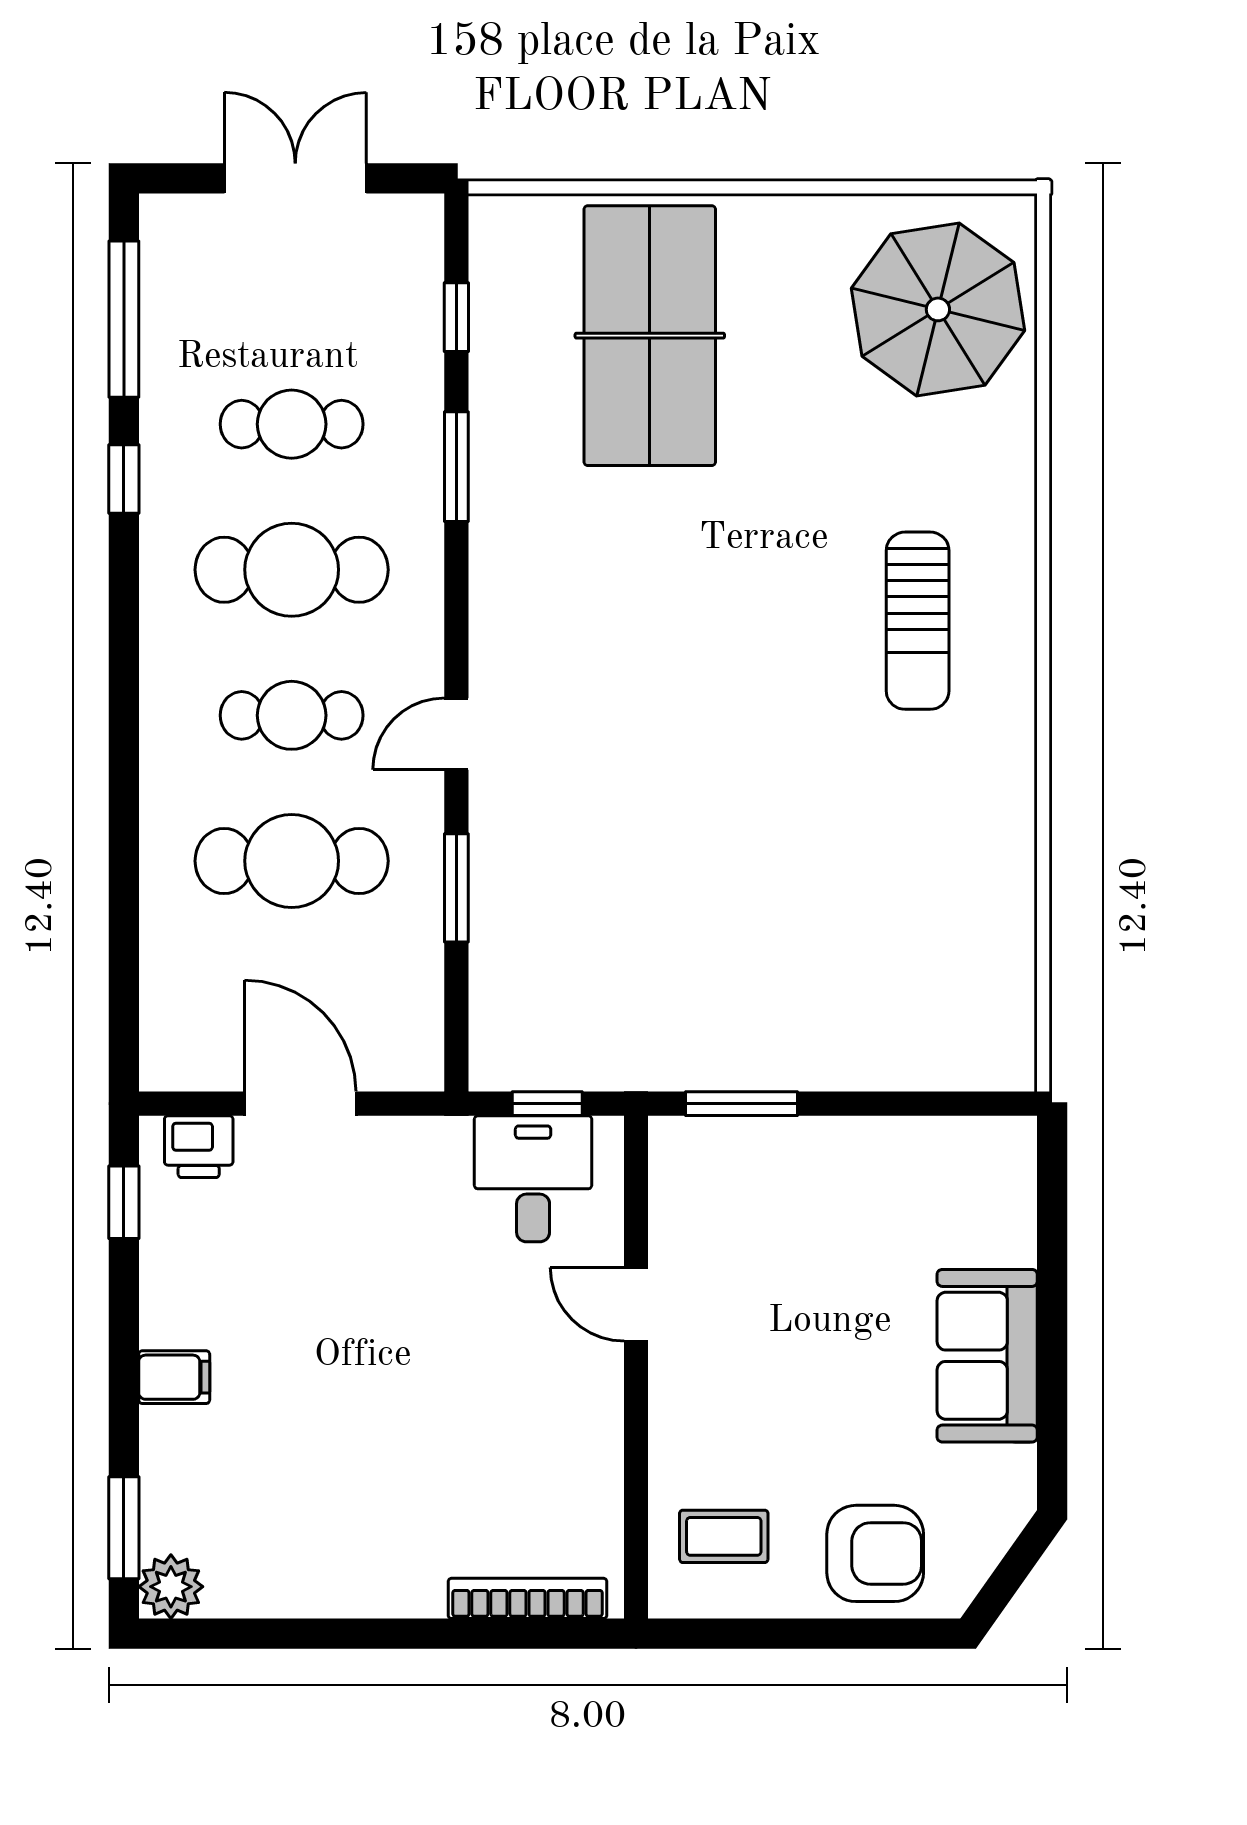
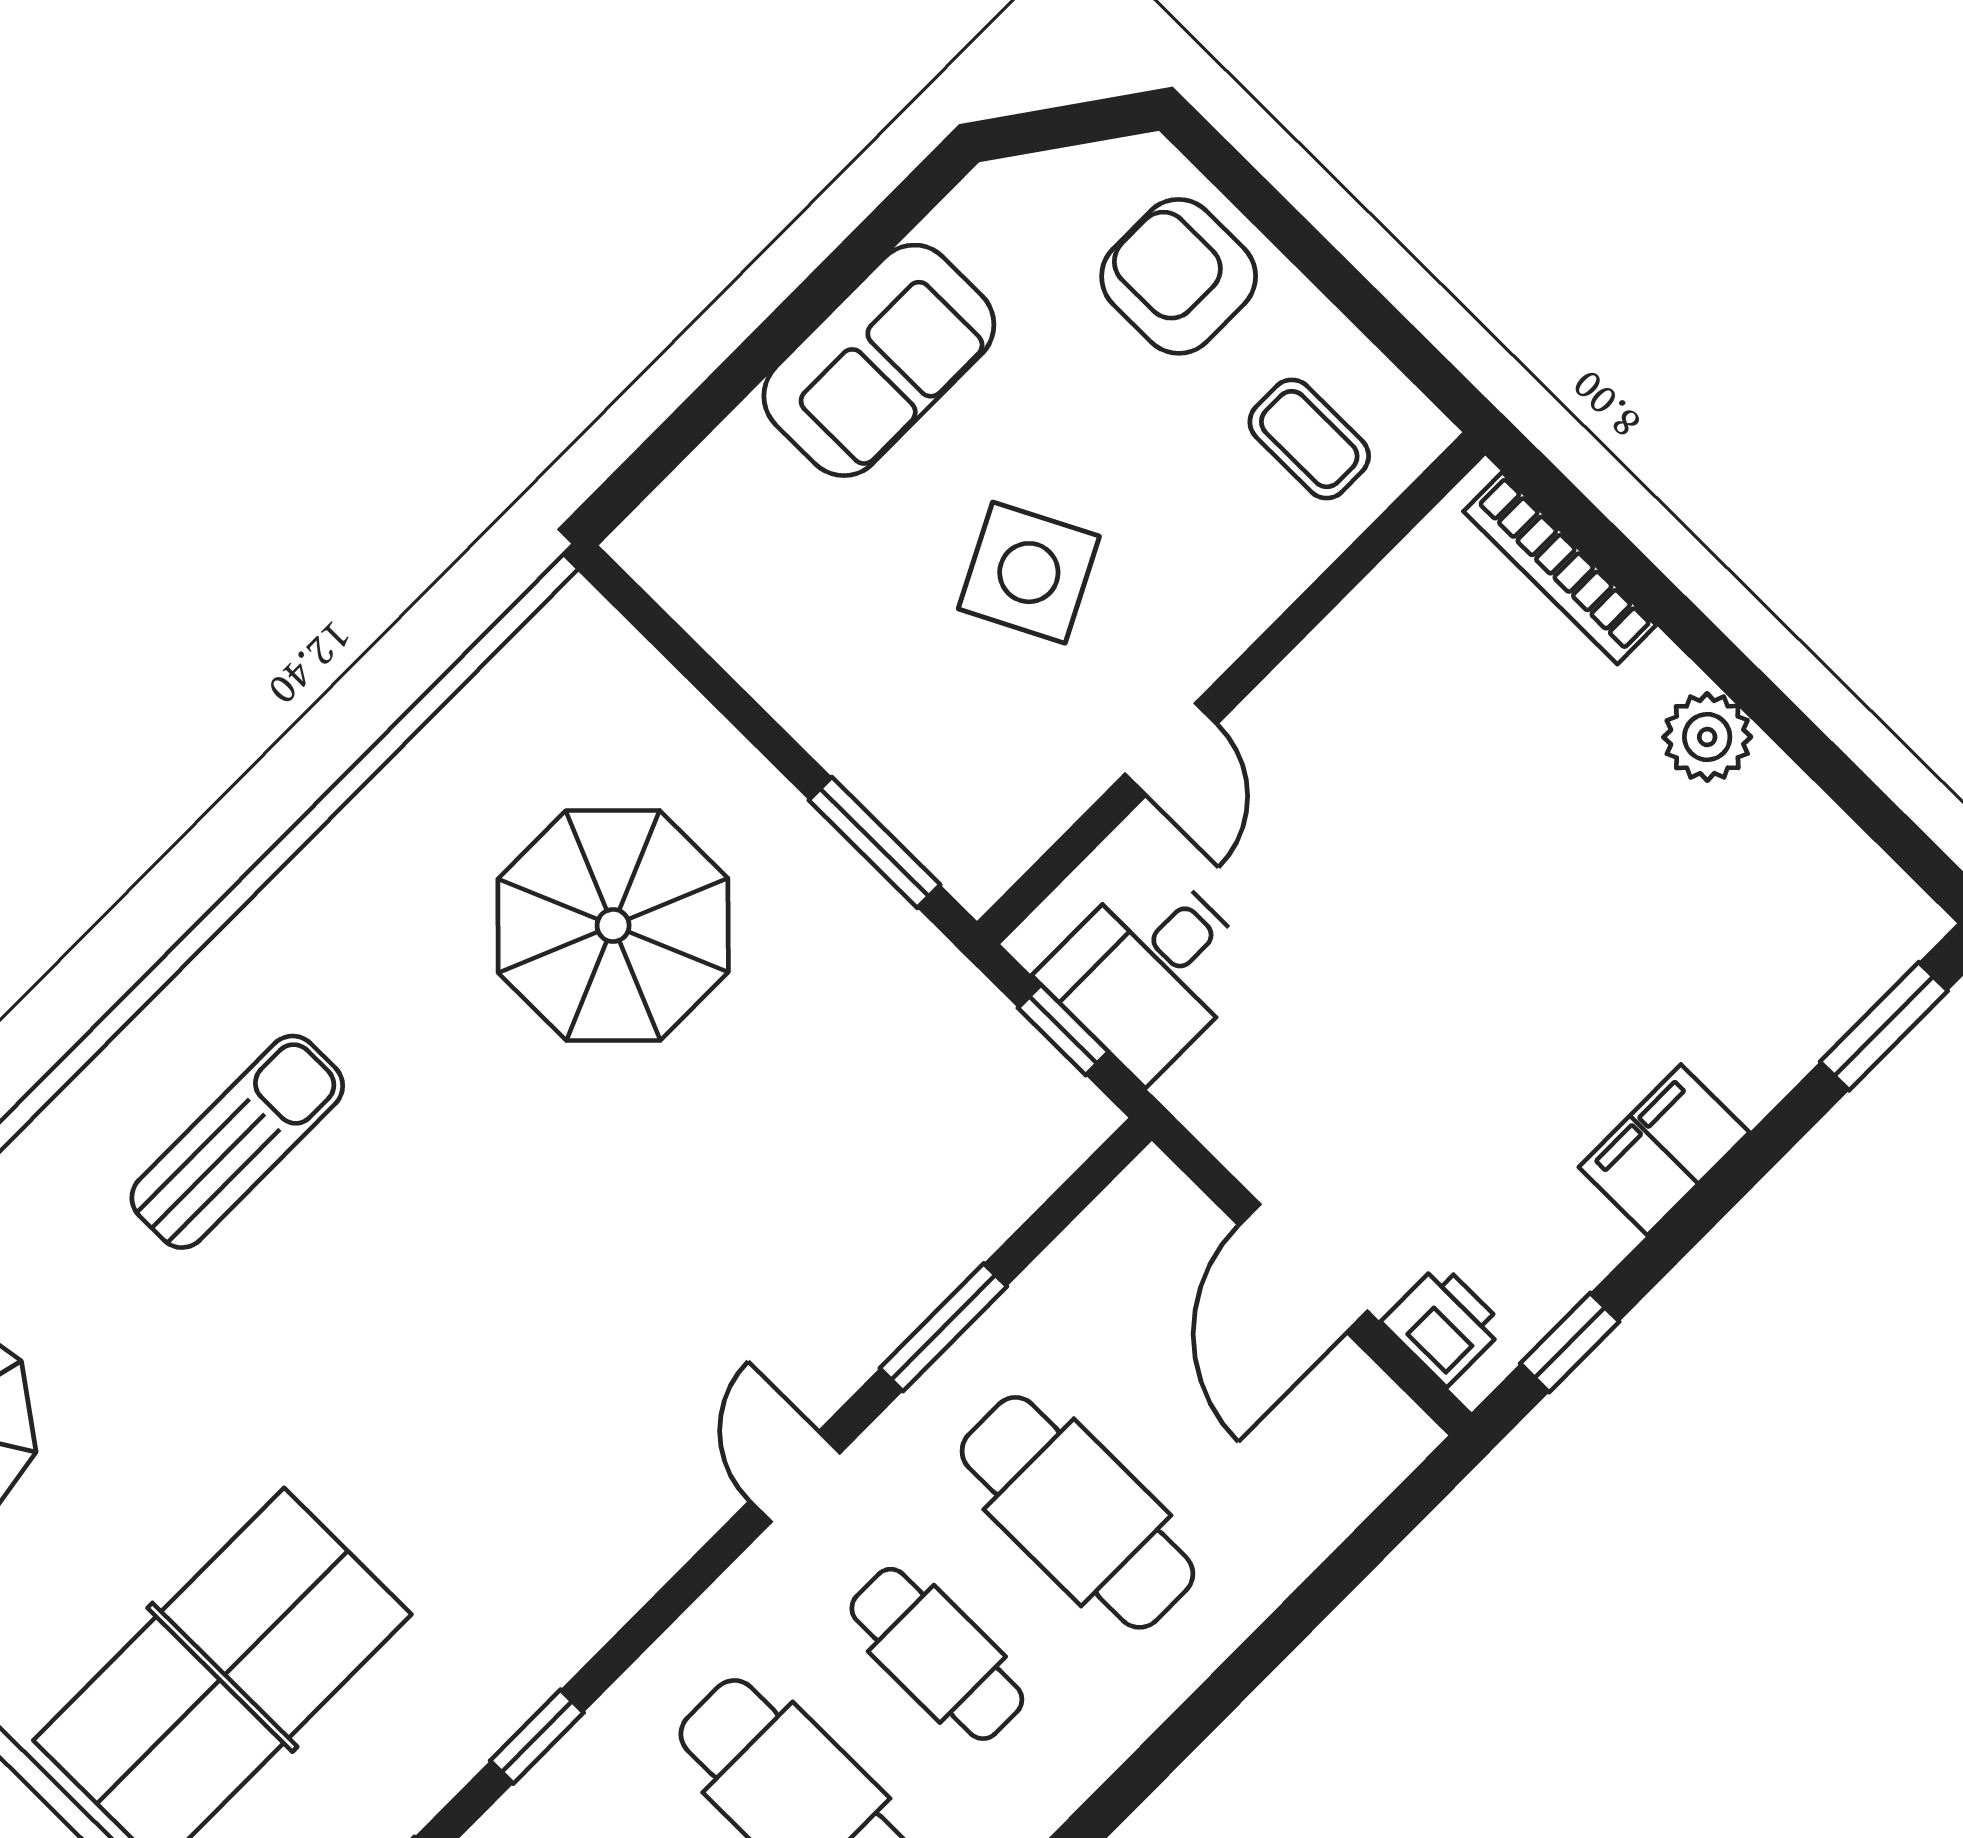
window: (456, 467) -> (537, 1737), width x0.67
door: (456, 734) -> (795, 1477), swing flipped
parasol: (834, 926) -> (613, 926), added
side table: (800, 1323) -> (1029, 573), added
filing cabinet: (174, 1377) -> (1664, 1150), width x2.00
plant: (171, 1587) -> (1707, 737), moved

